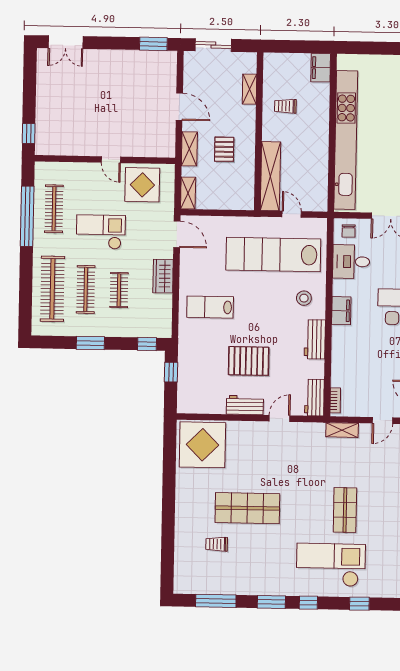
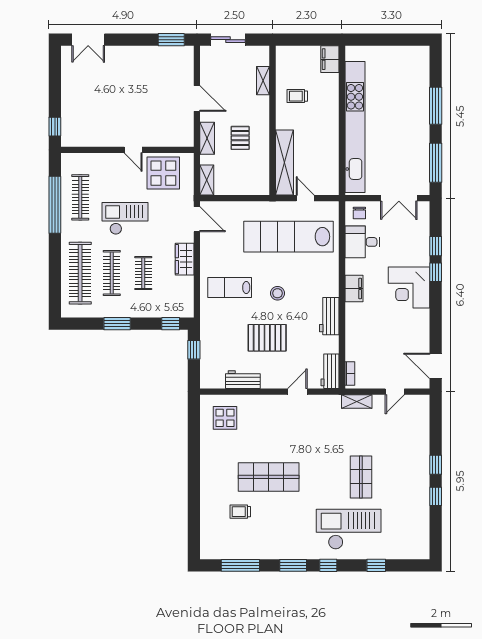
stool: (304, 298) -> (277, 293), moved
workbench: (245, 405) -> (243, 380), moved
display table: (202, 445) -> (225, 418), width x0.54, depth x0.54

